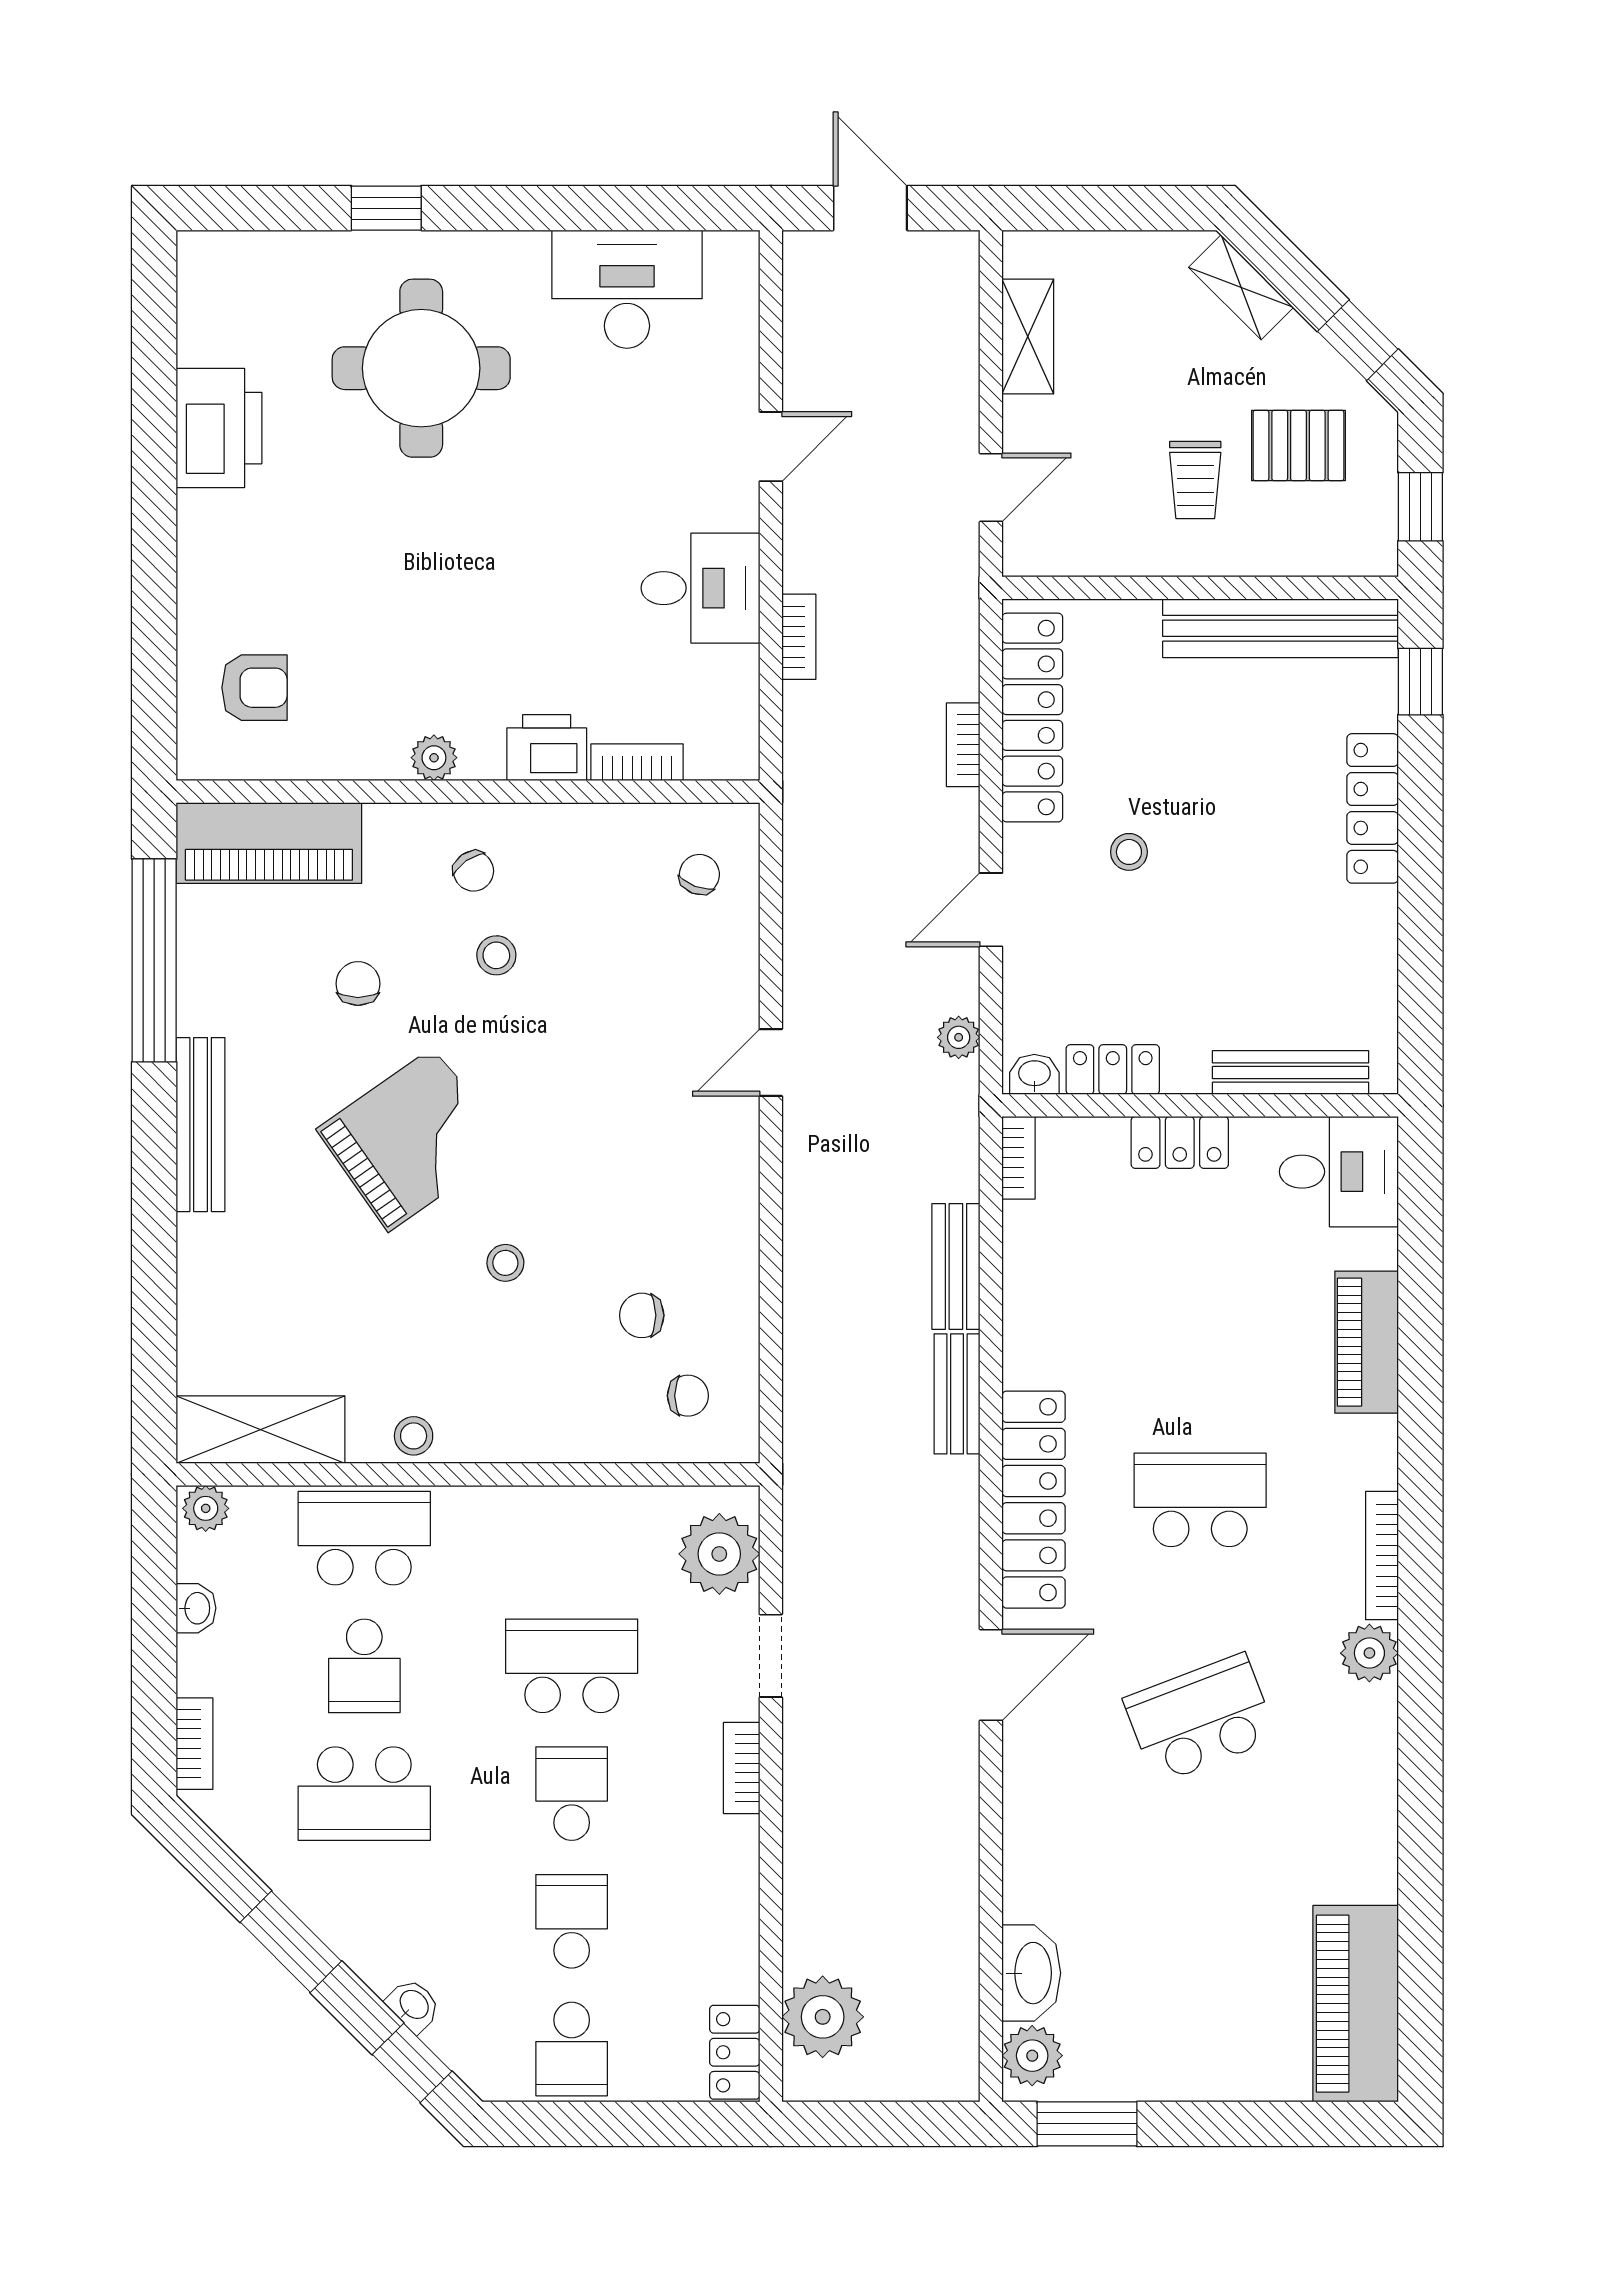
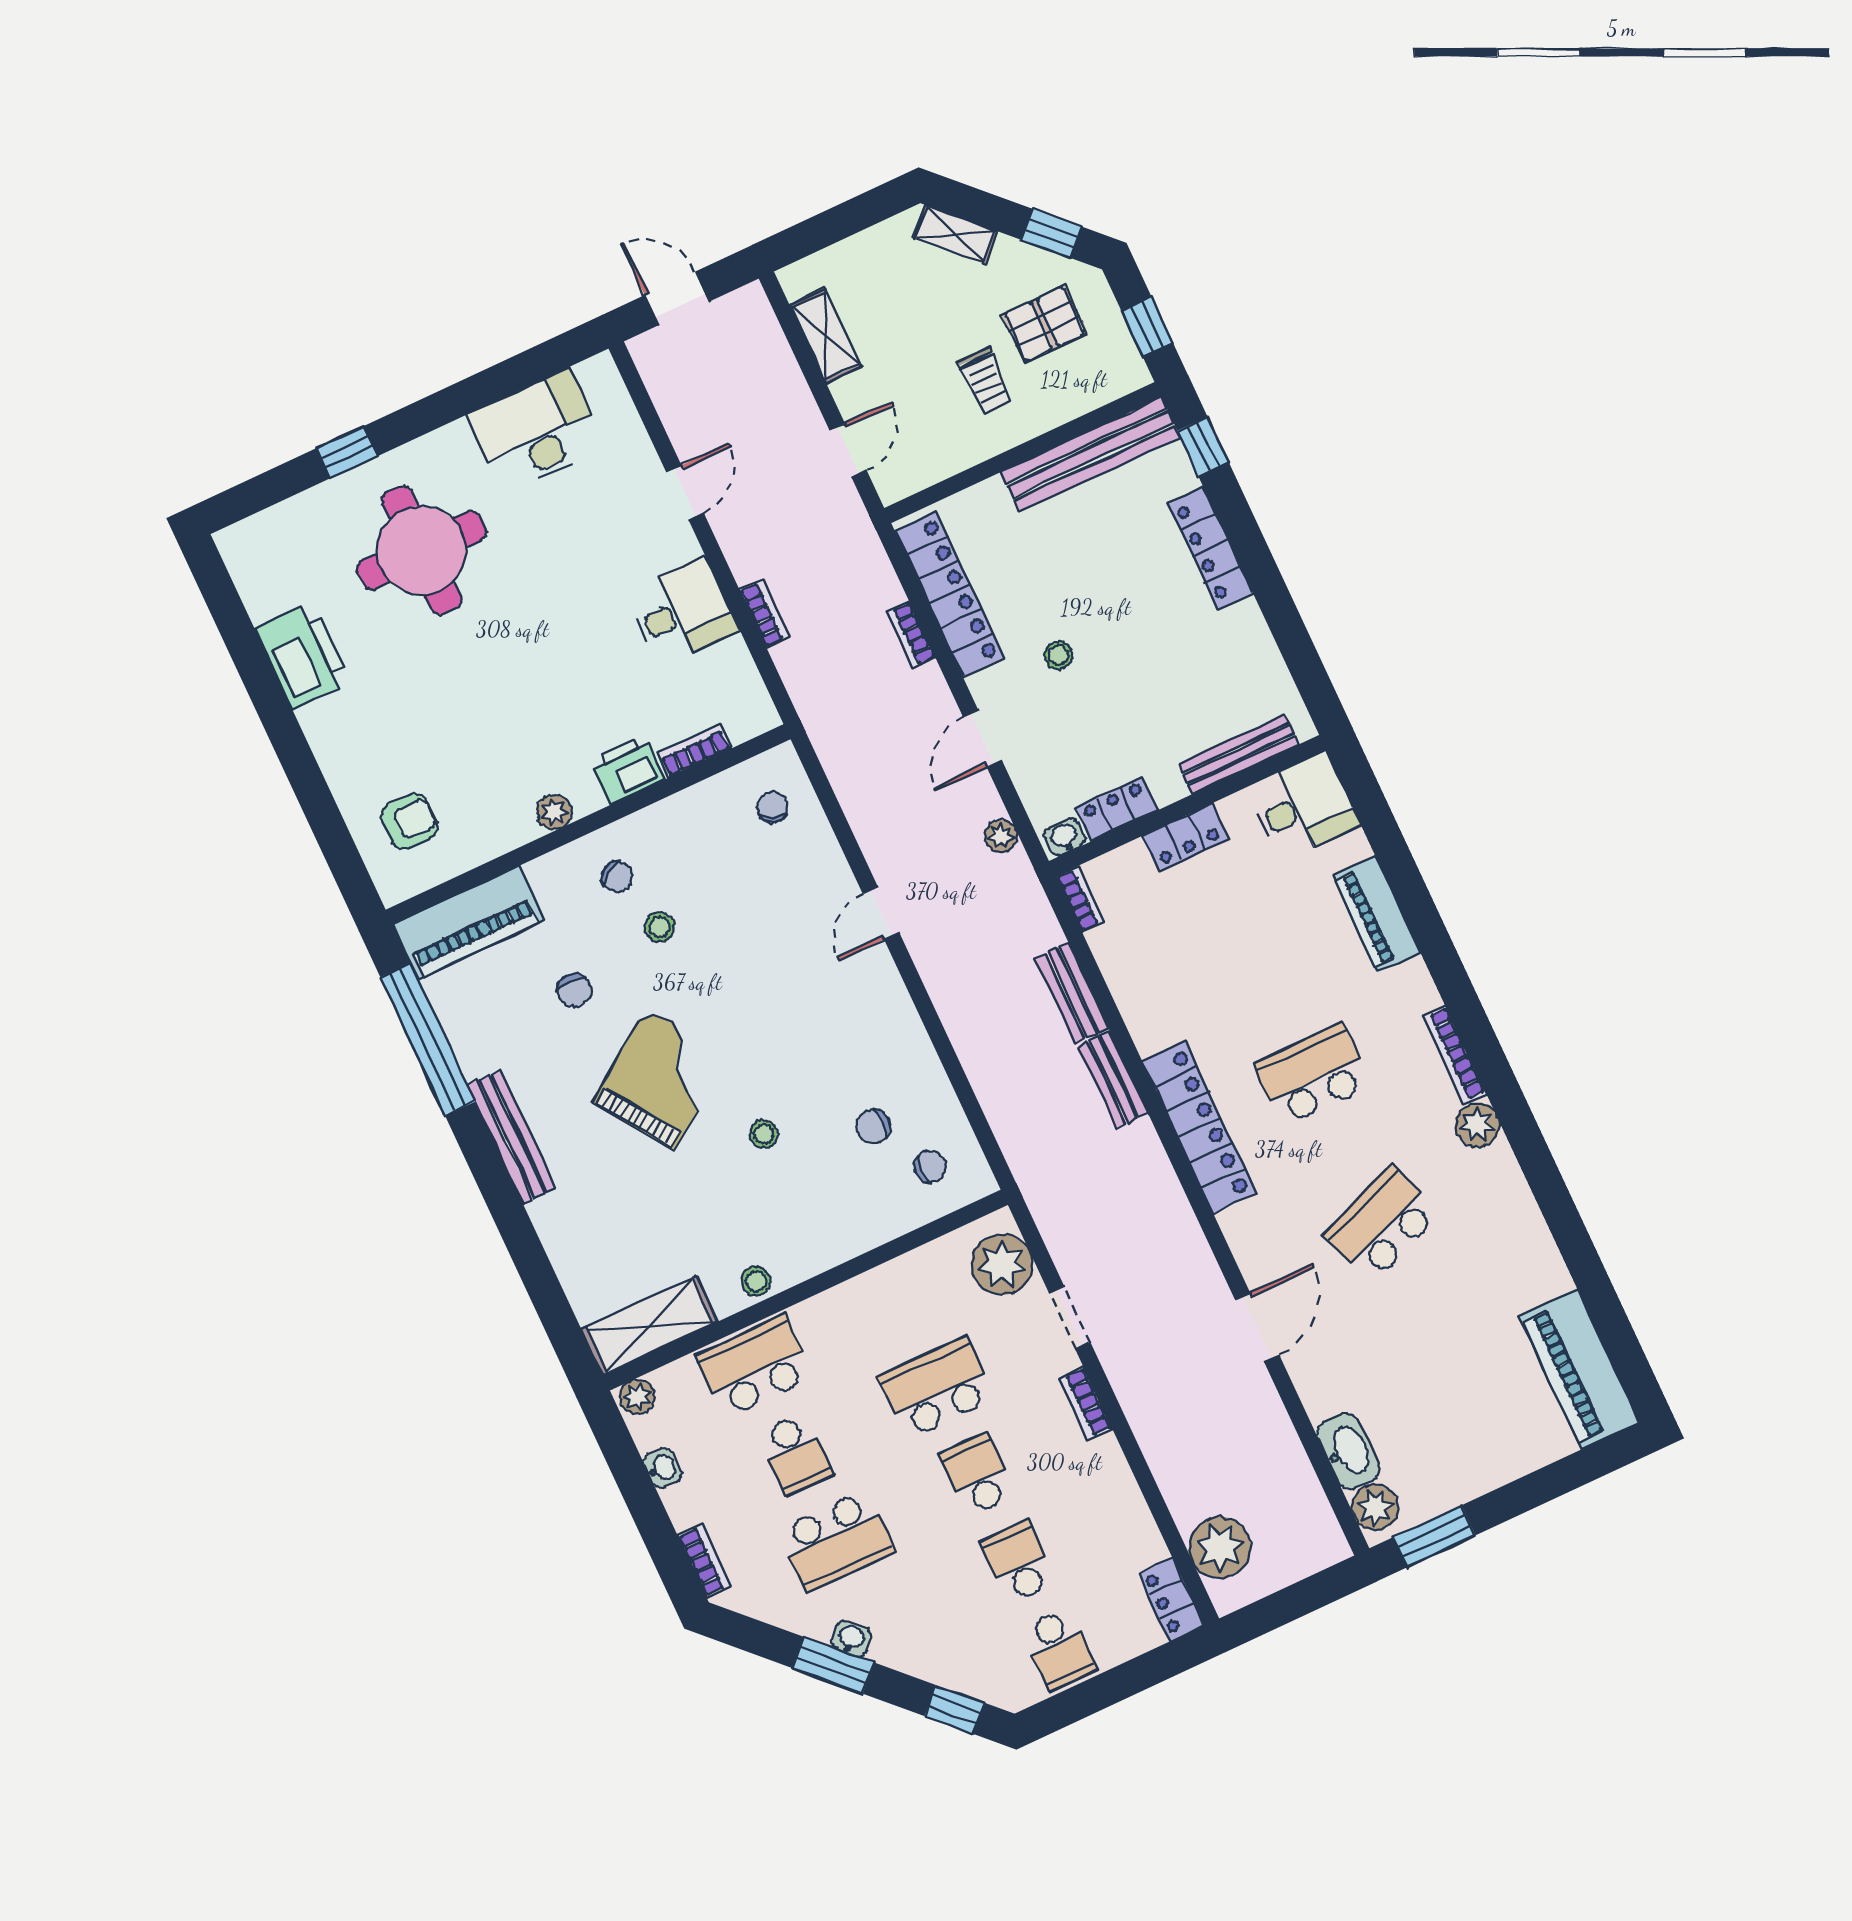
chair: (358, 984) -> (574, 990), turned 180
door: (991, 1675) -> (1257, 1328), moved
washbasin: (413, 2005) -> (851, 1638), moved

